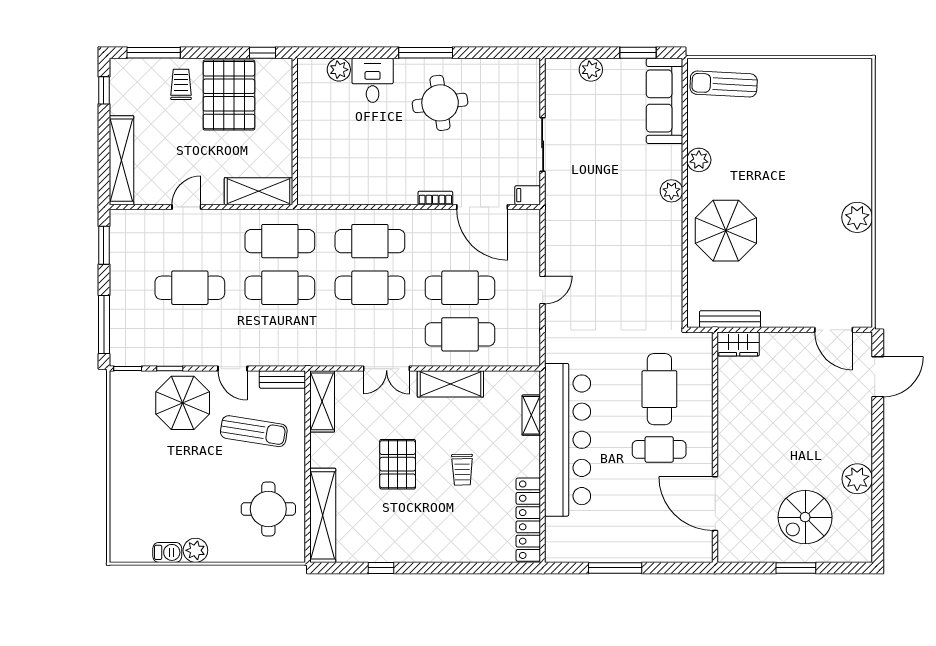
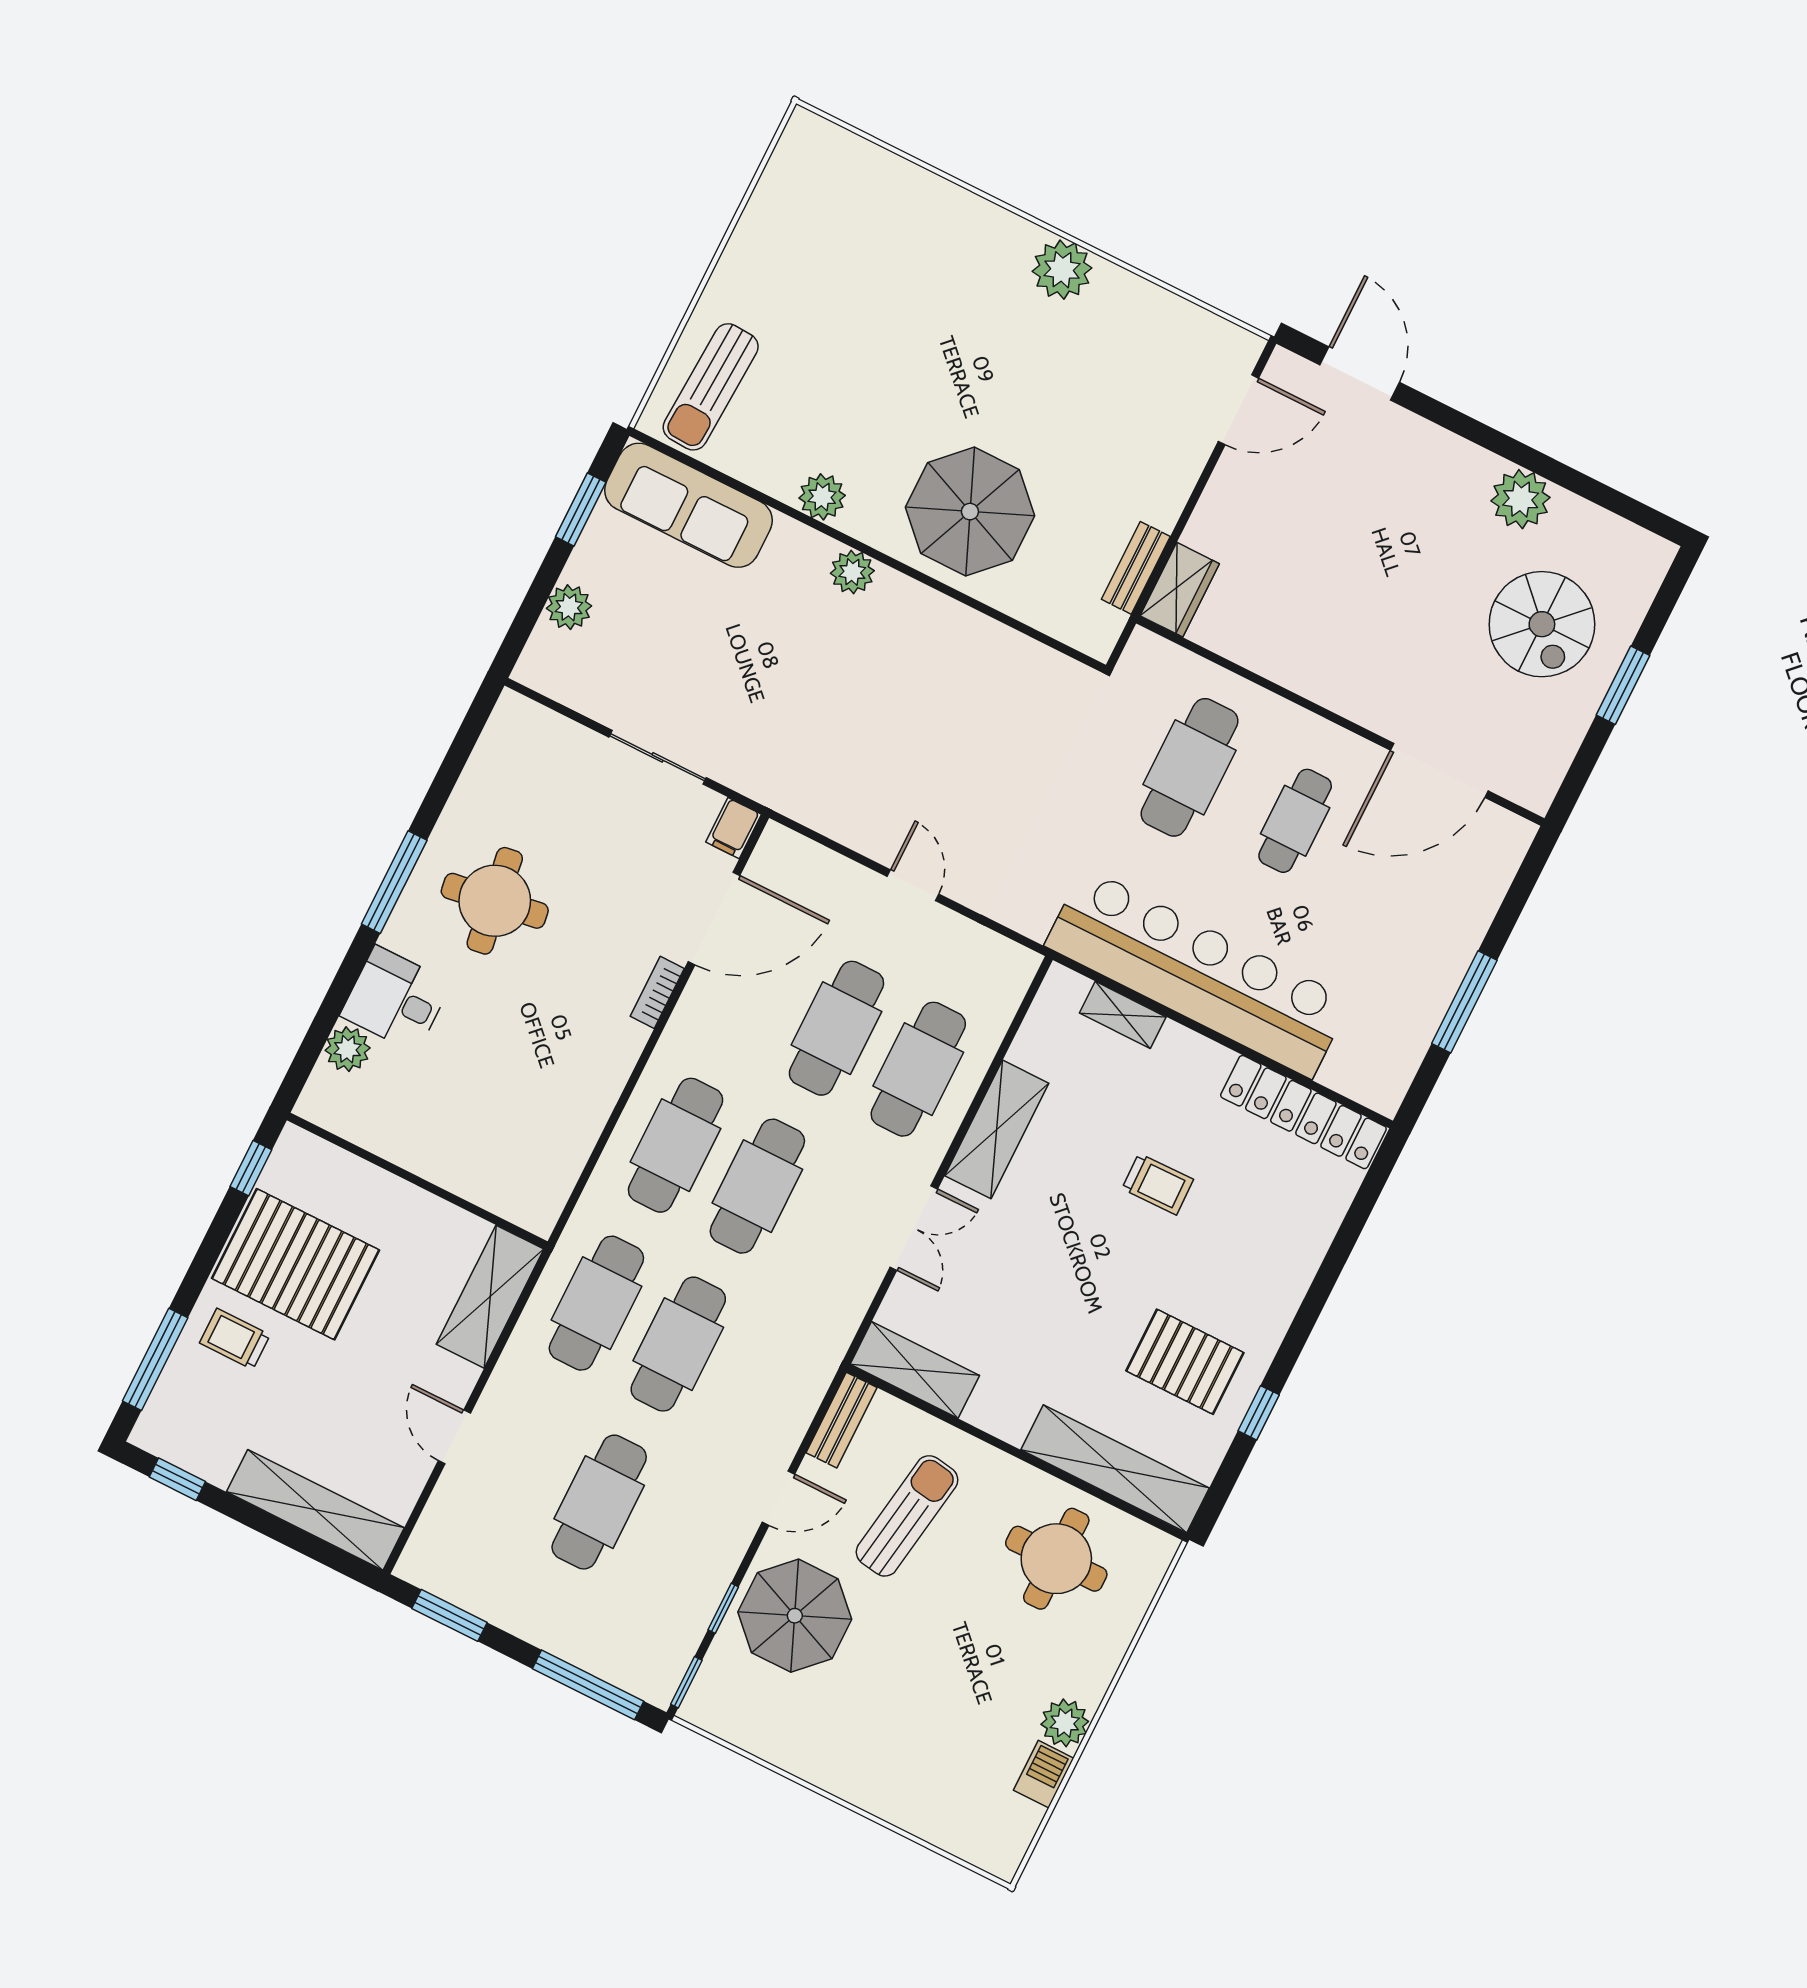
bench: (730, 319) -> (1136, 568), width x0.73
cafe table: (659, 389) -> (1189, 767), turned 90
pallet: (398, 464) -> (1185, 1362), moved

